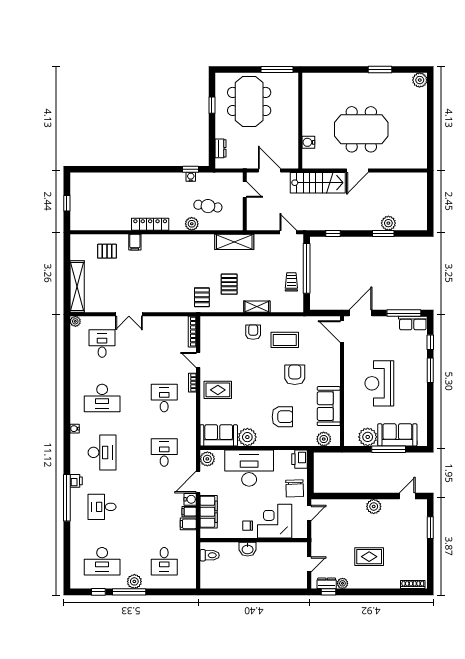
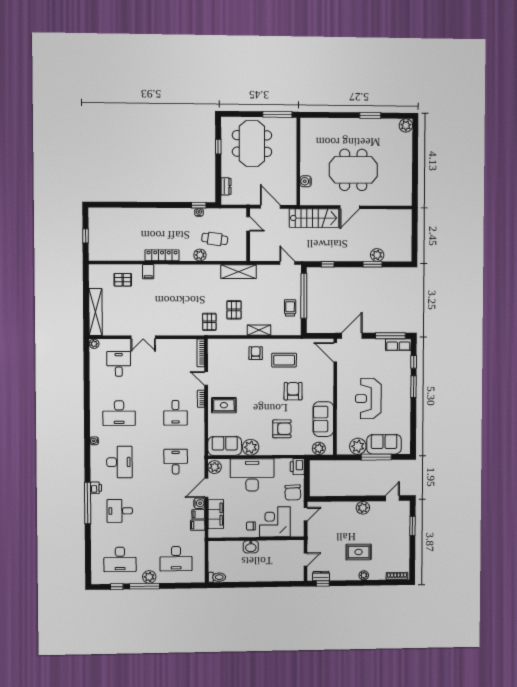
desk: (164, 398) -> (175, 413), turned 180
toilet: (210, 555) -> (217, 577), moved
desk: (164, 561) -> (176, 559), width x1.37
plant: (342, 583) -> (364, 575), moved

